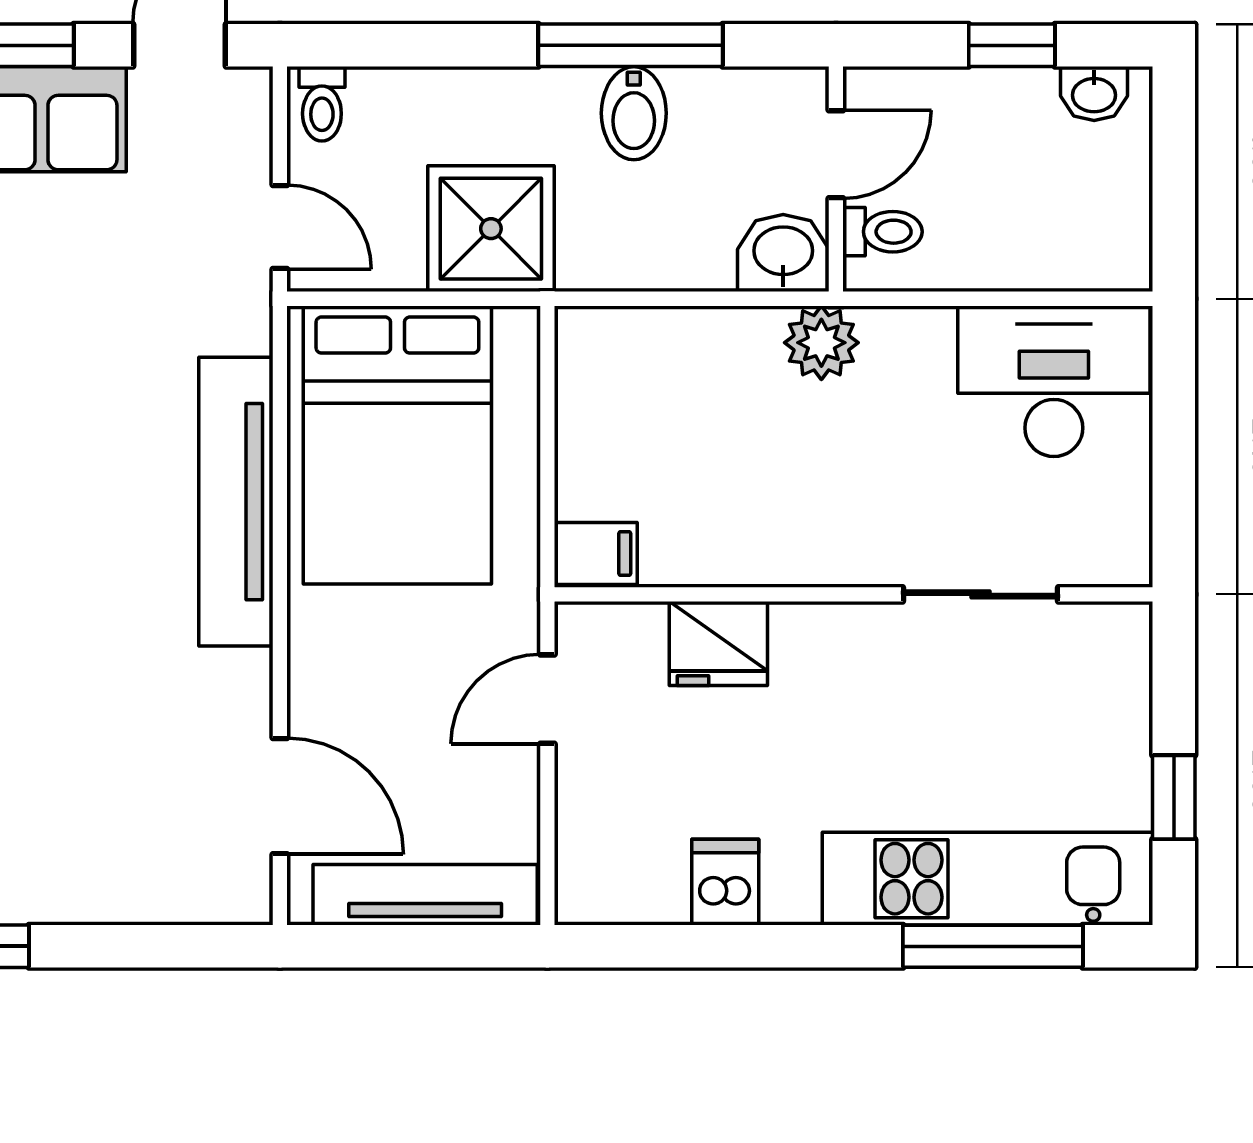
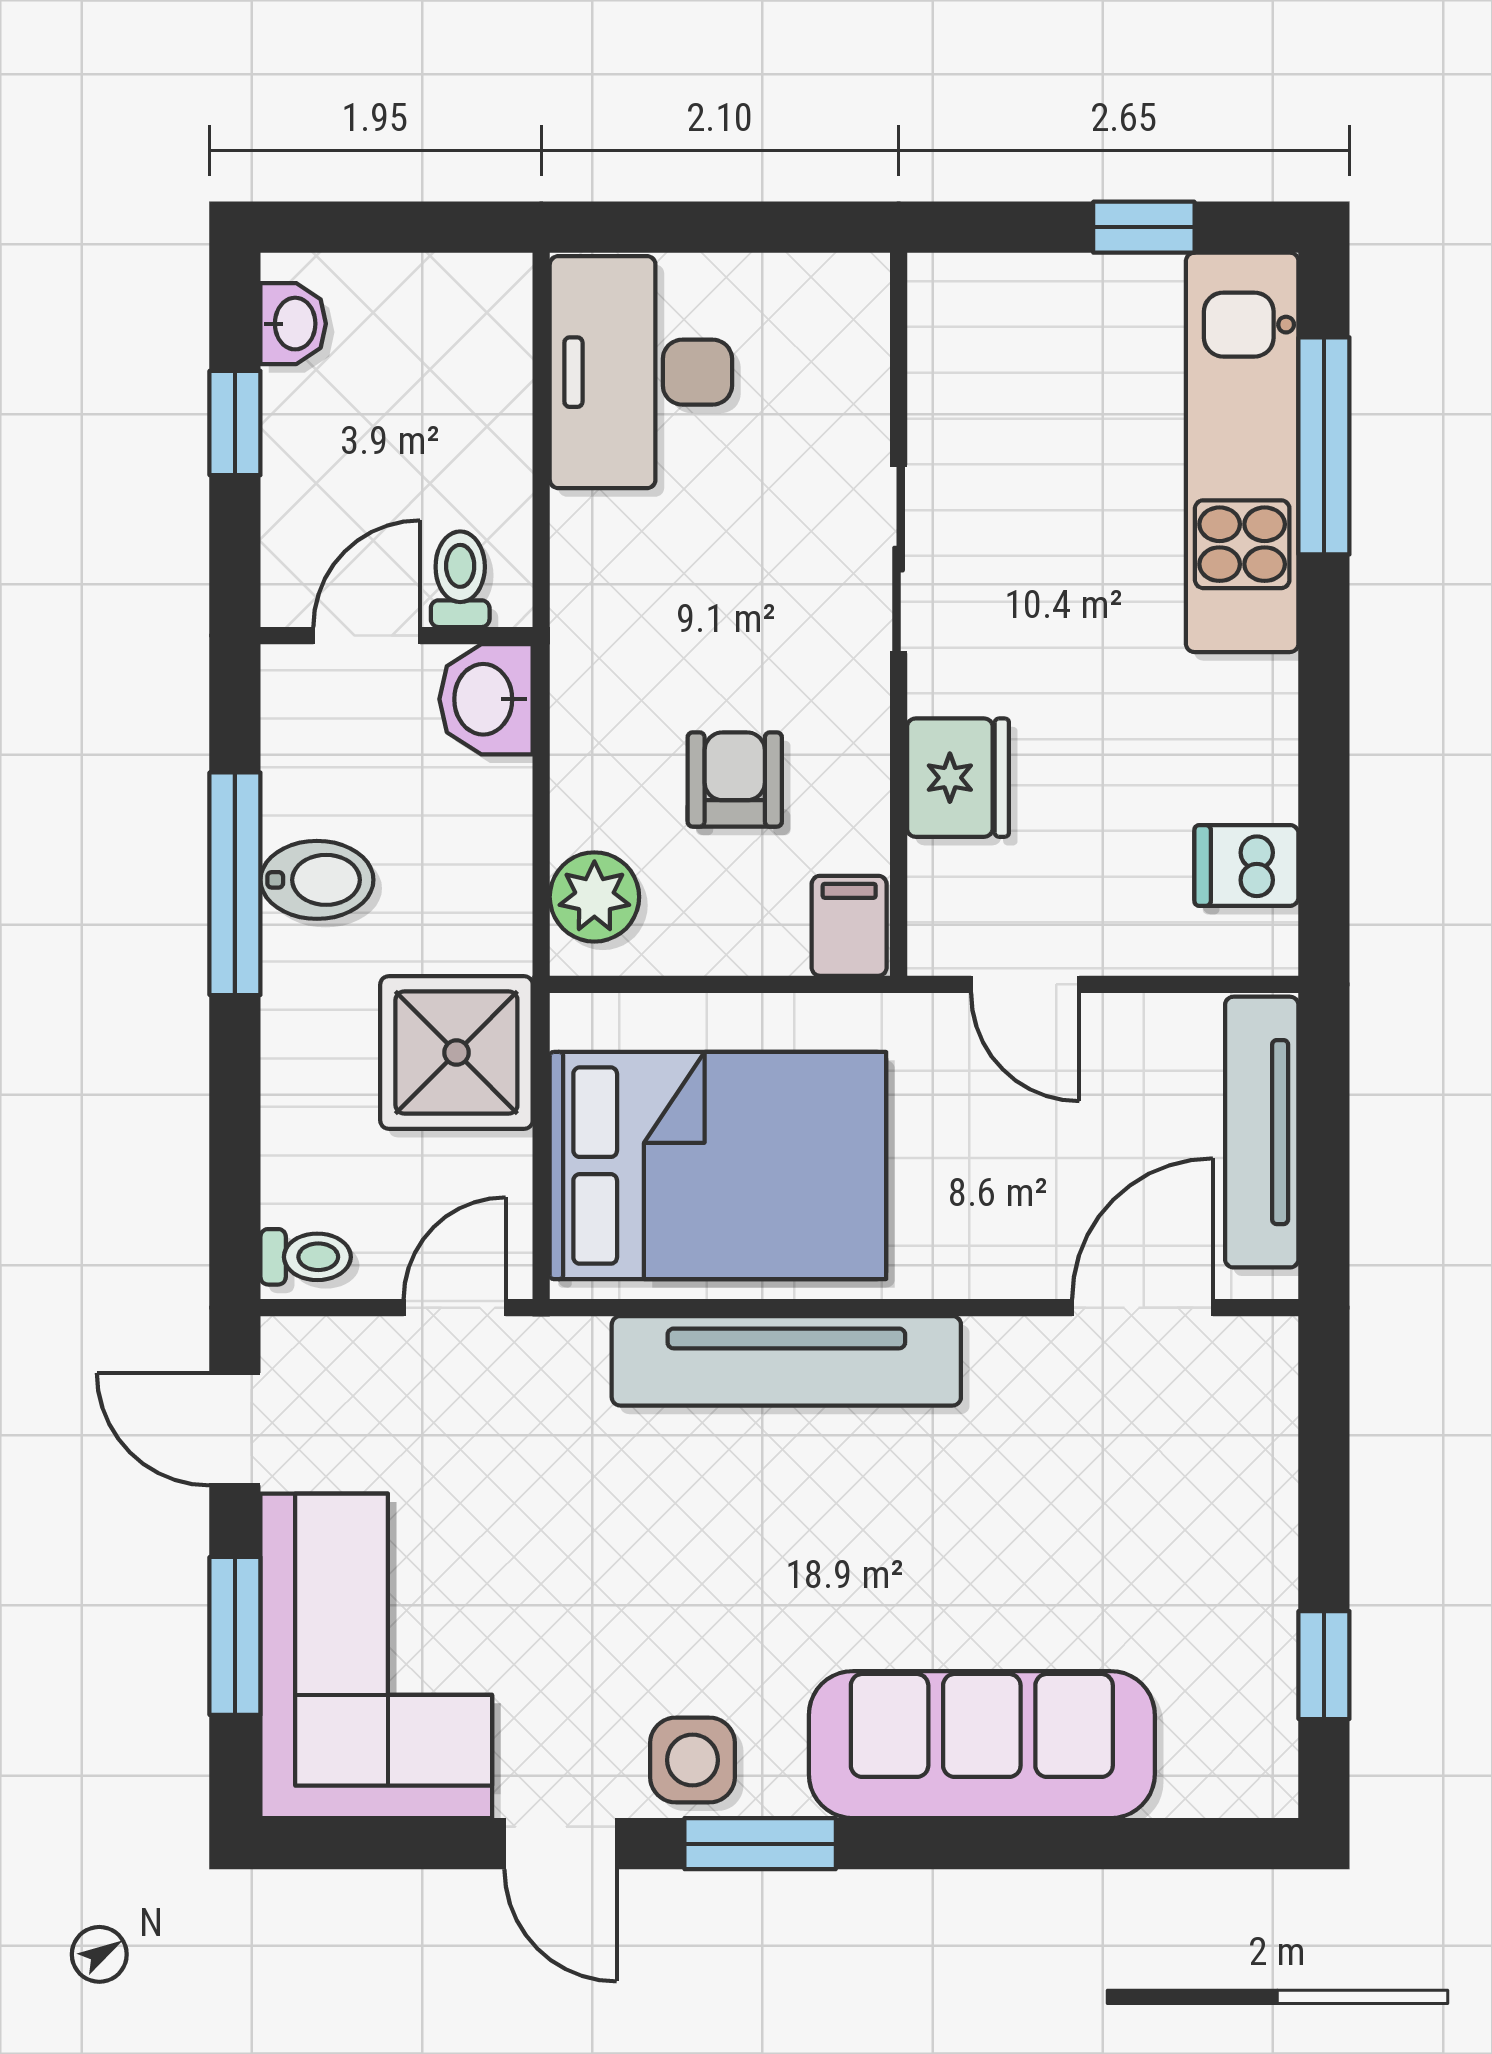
door: (836, 154) -> (367, 636), hinge flipped
plant: (821, 343) -> (594, 897), moved
armchair: (717, 459) -> (735, 779), added
sliding door: (980, 594) -> (899, 559), moved
dishwasher: (725, 882) -> (1246, 865), moved

